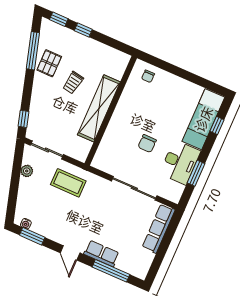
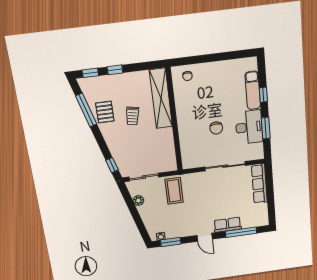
shelving: (99, 108) -> (161, 98), moved
exam couch: (203, 119) -> (253, 90), width x0.73, depth x0.69
window: (217, 126) -> (263, 95), moved
coffee table: (68, 183) -> (174, 191), turned 90

